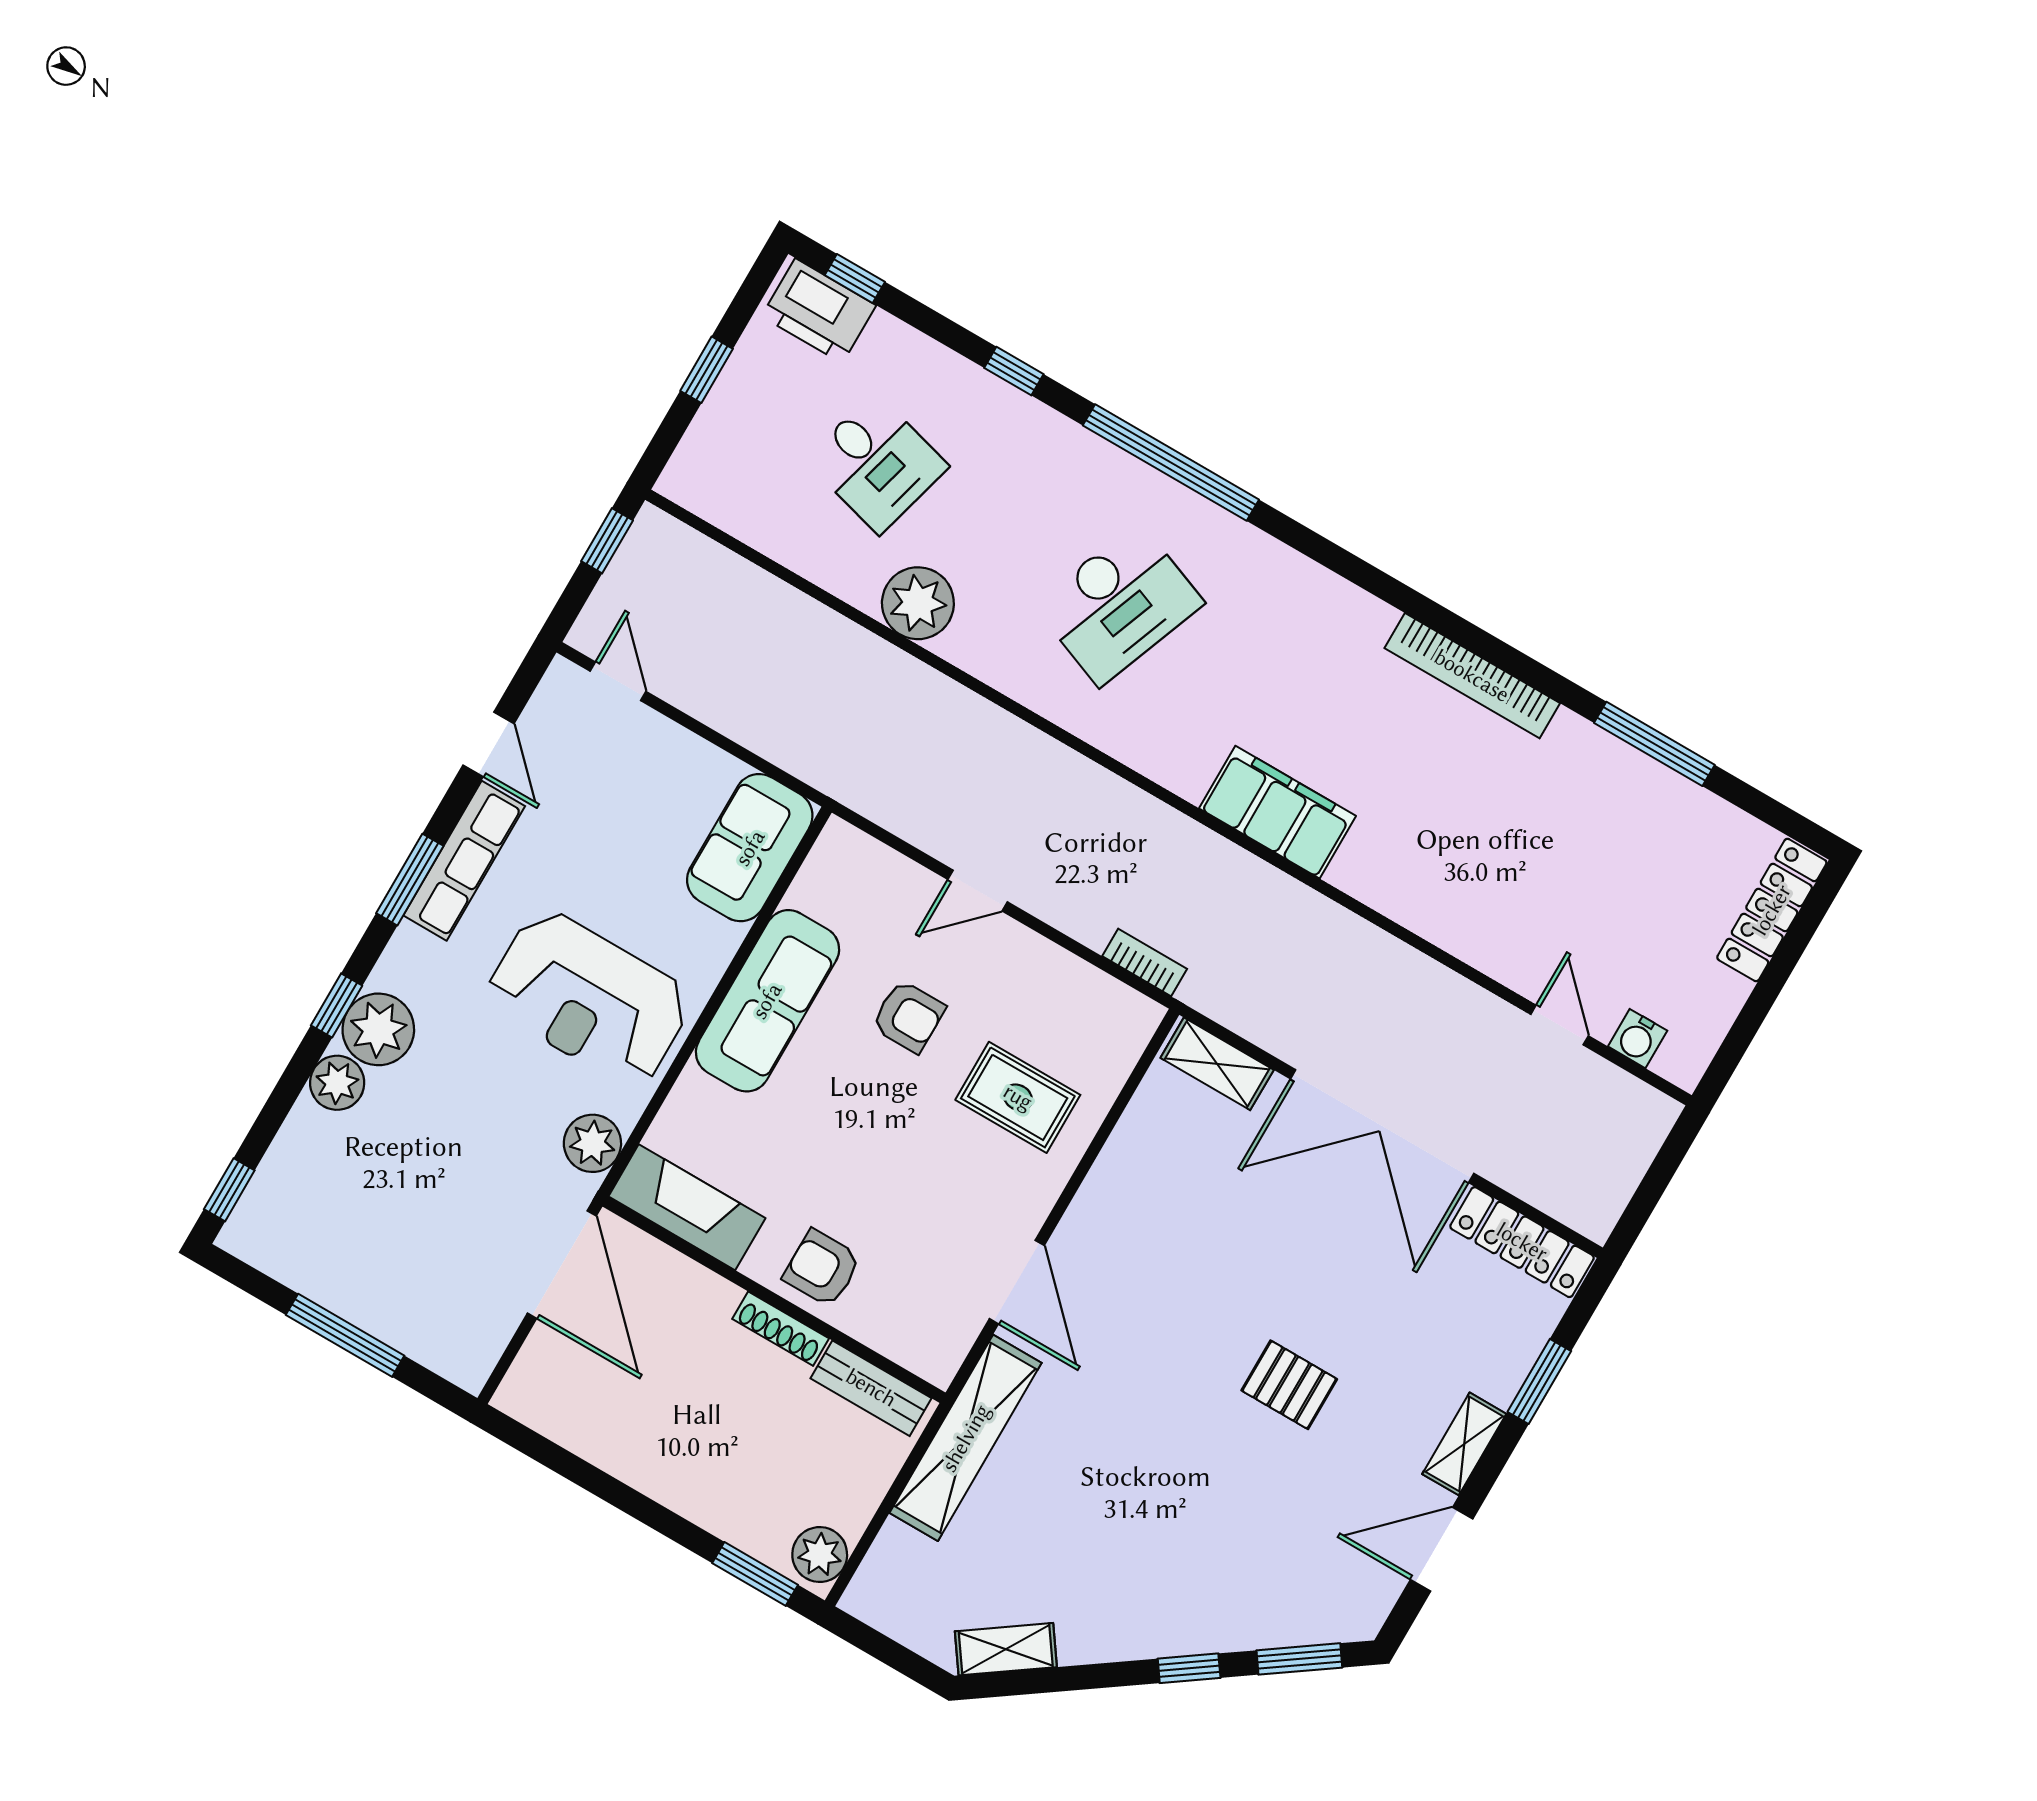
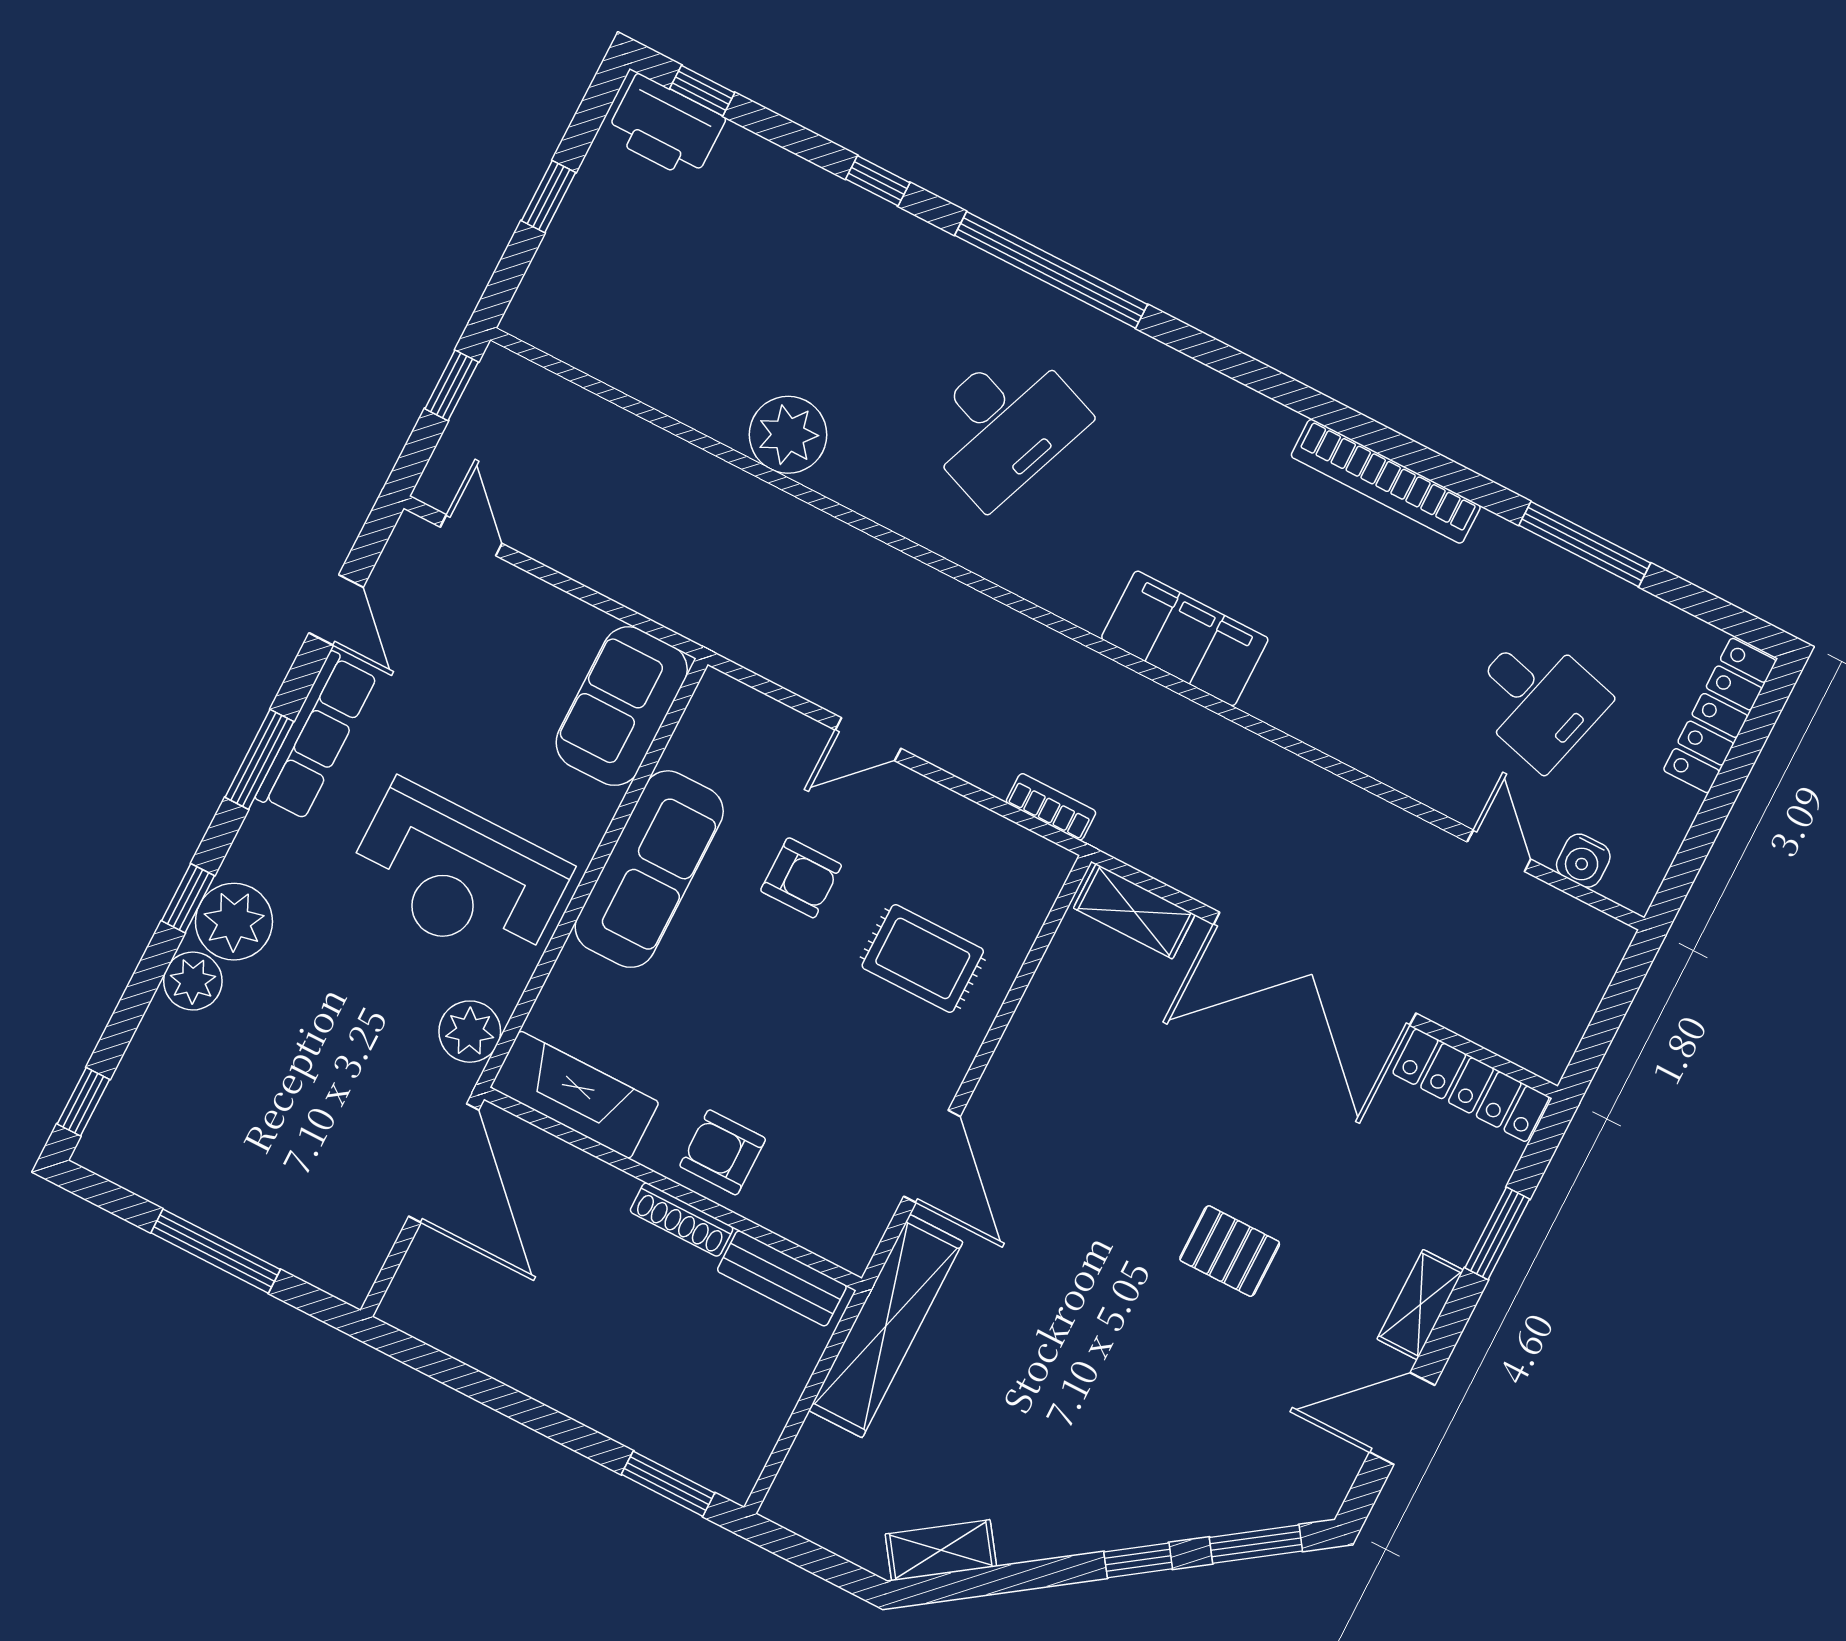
desk: (877, 463) -> (1538, 699), moved
plant: (820, 1555) -> (736, 1459), removed

